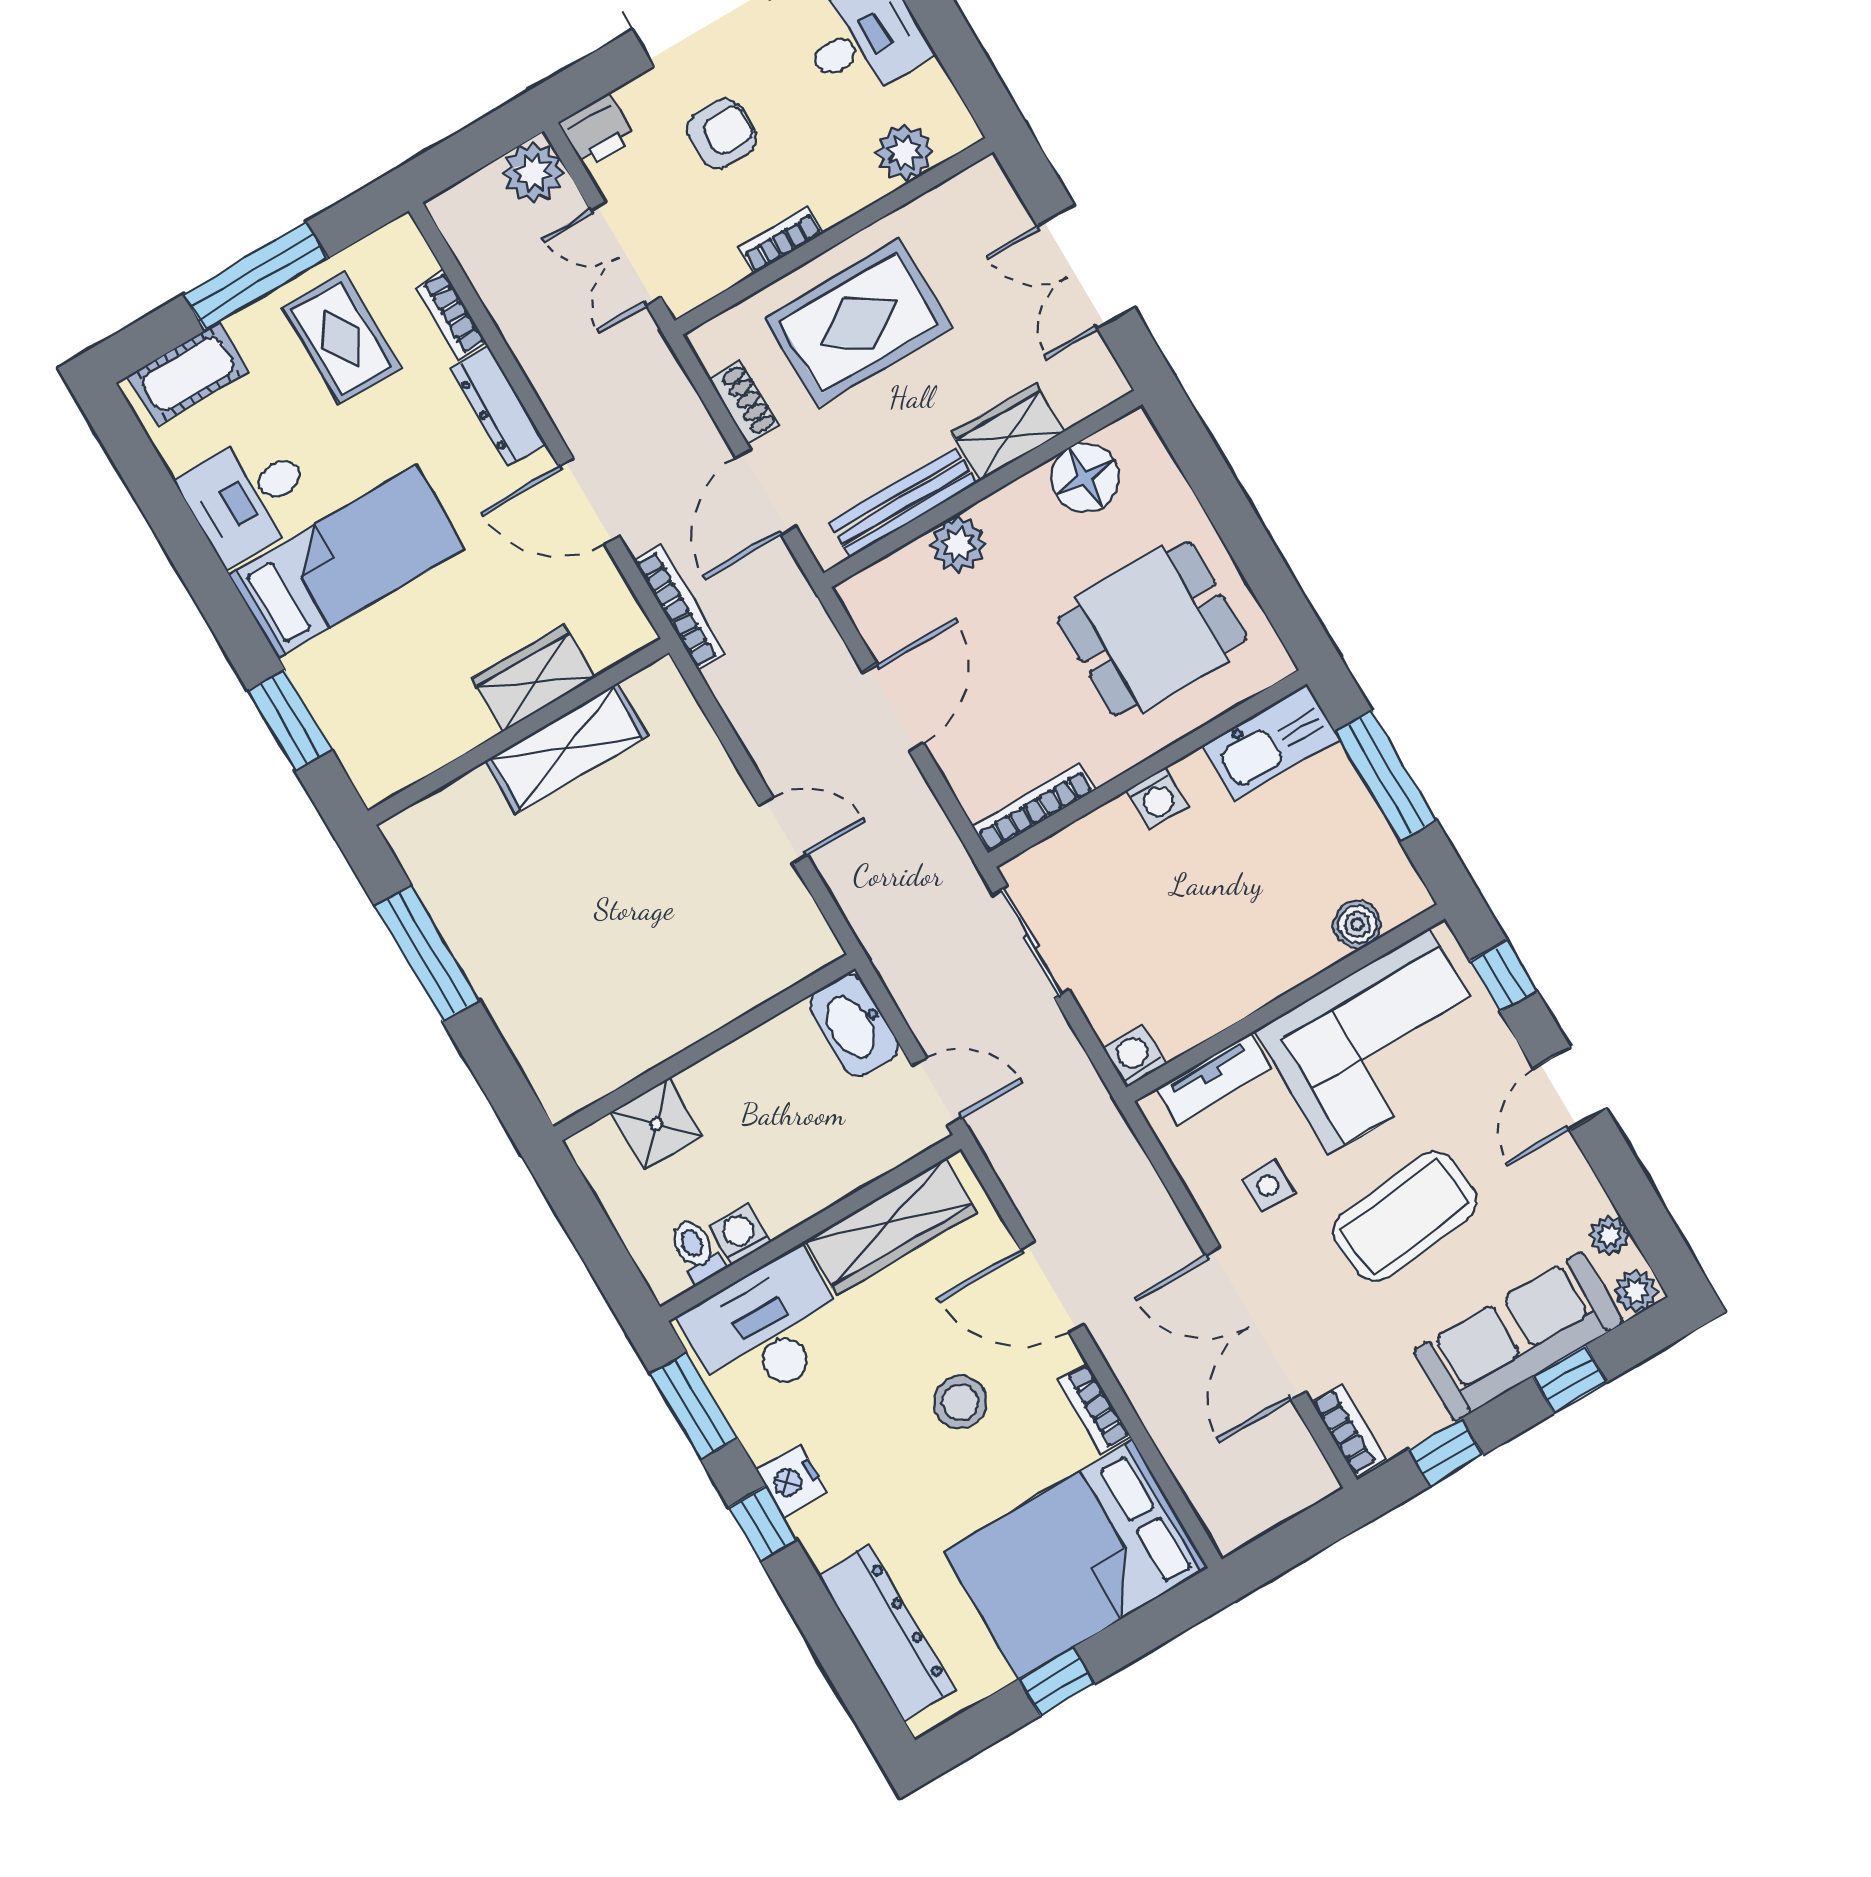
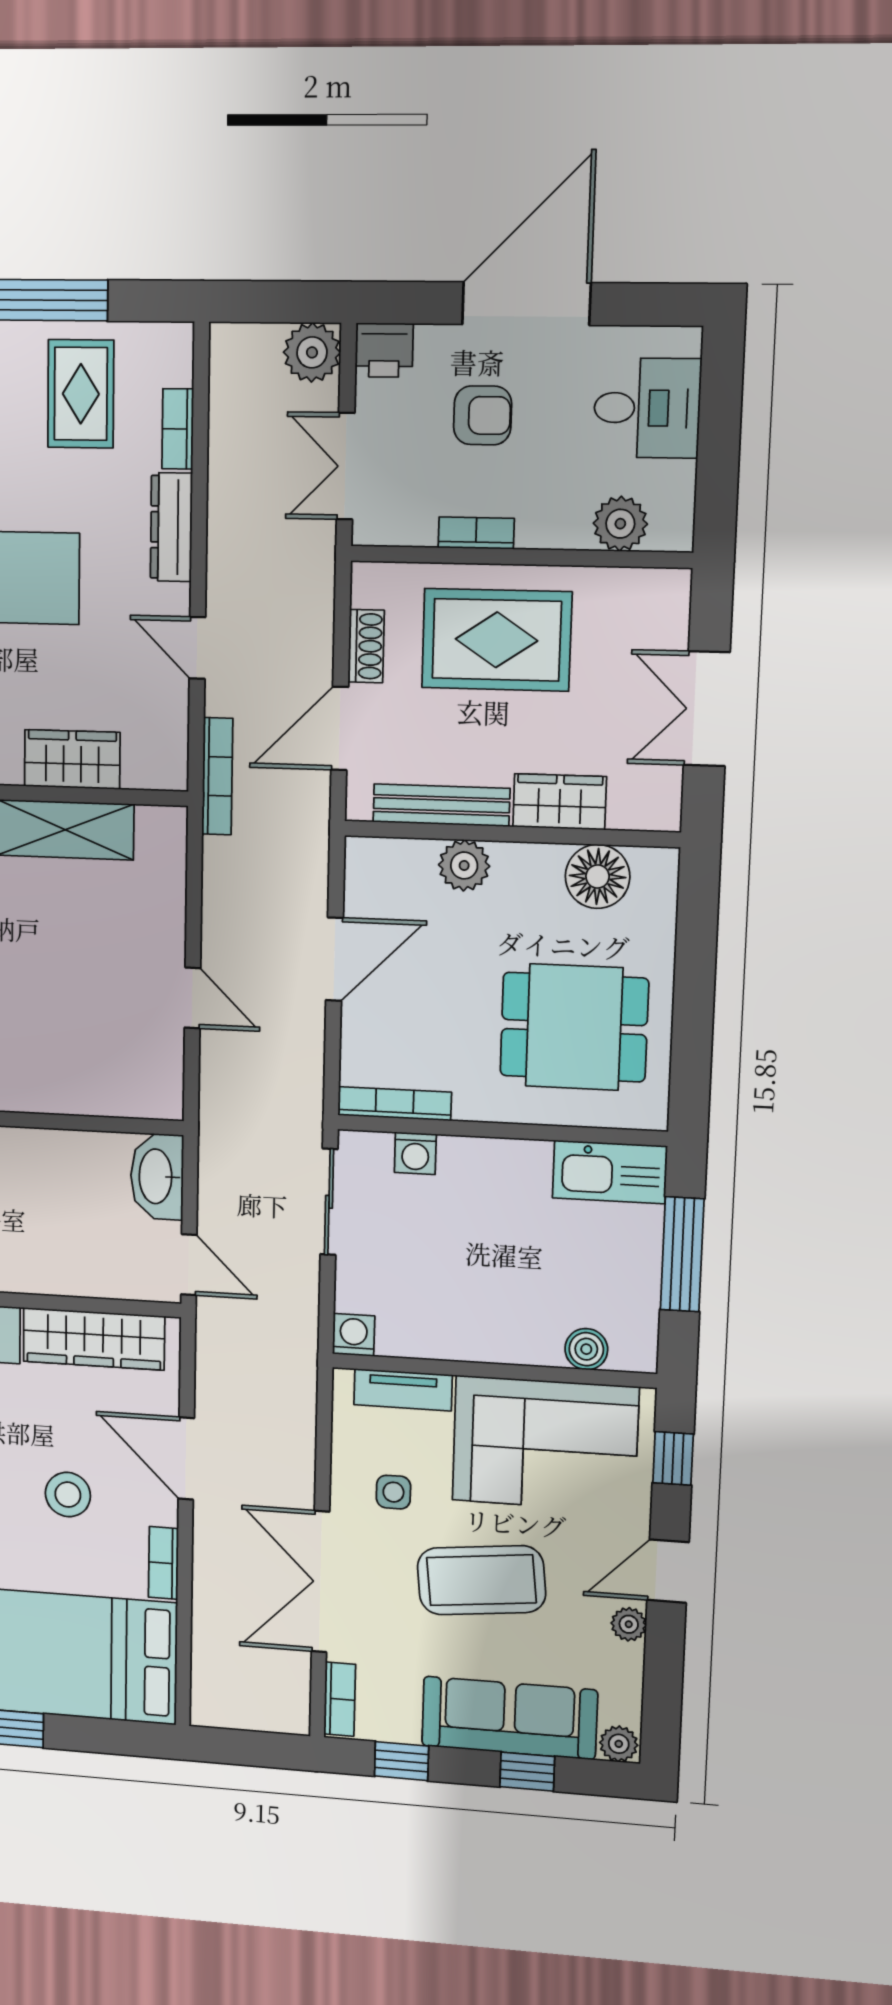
door: (589, 501) -> (197, 648), width x0.73
washing machine: (1157, 798) -> (415, 1153), moved
plant: (1609, 1236) -> (629, 1624), moved

